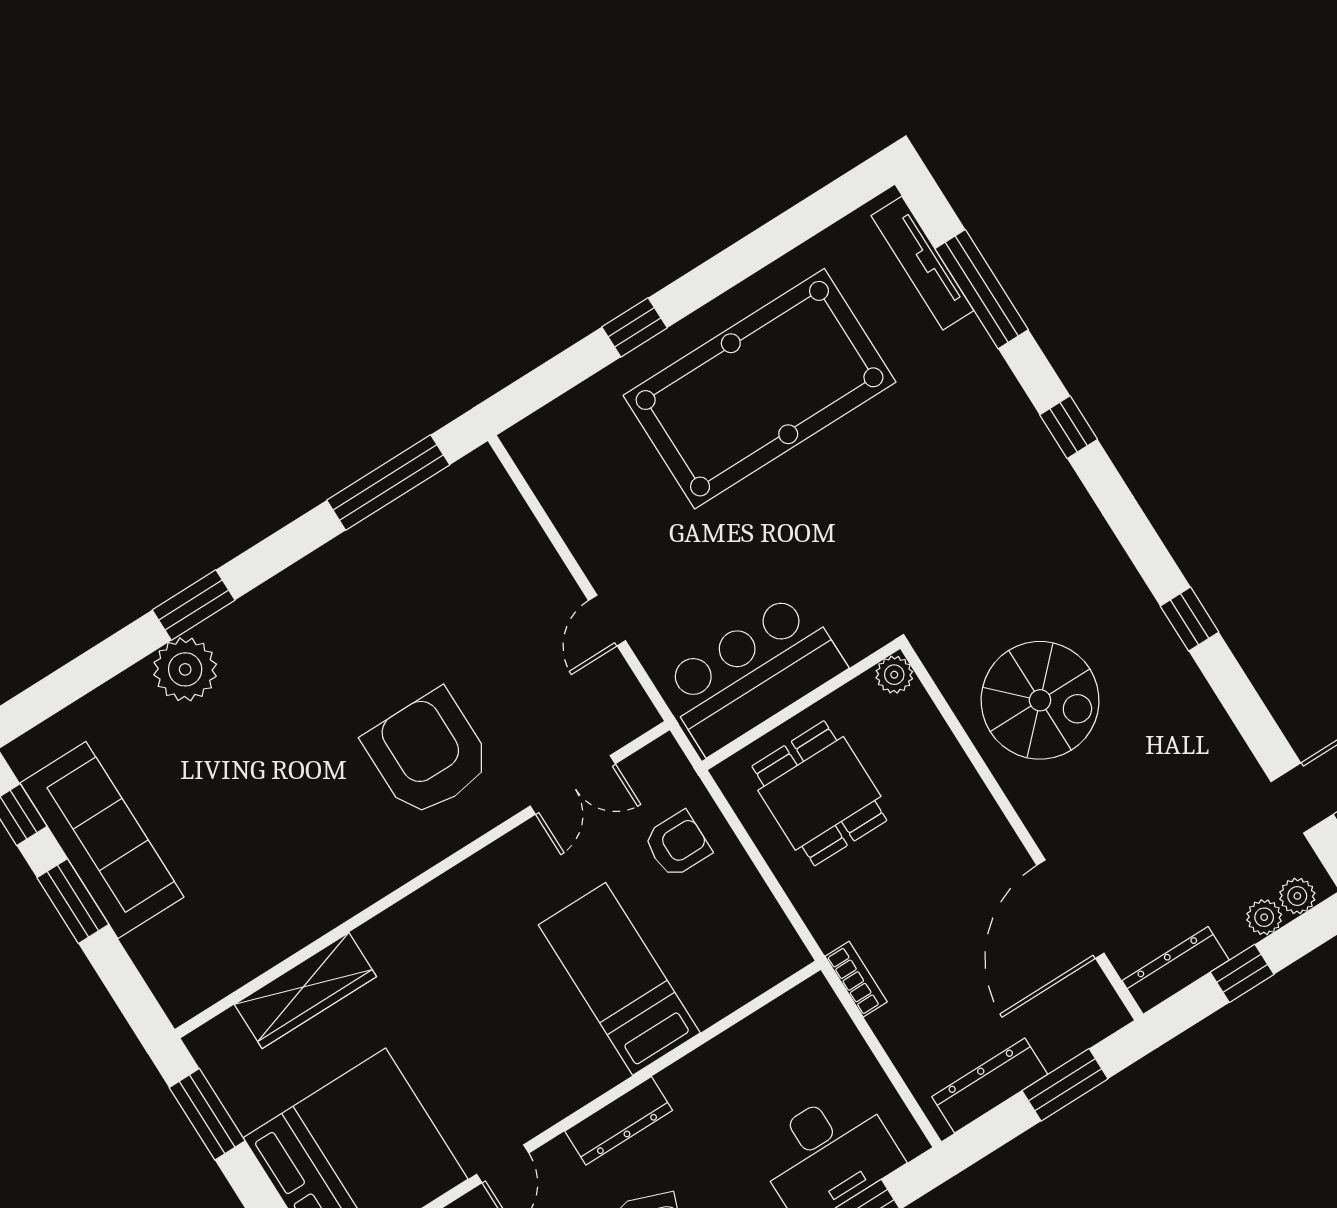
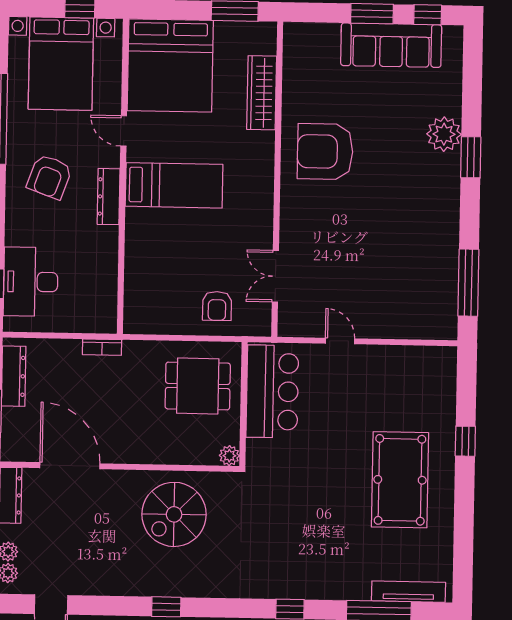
pool table: (760, 389) -> (400, 480), width x0.73, depth x0.76
armchair: (428, 753) -> (325, 152), moved, turned 180
bed: (619, 979) -> (174, 185), moved

